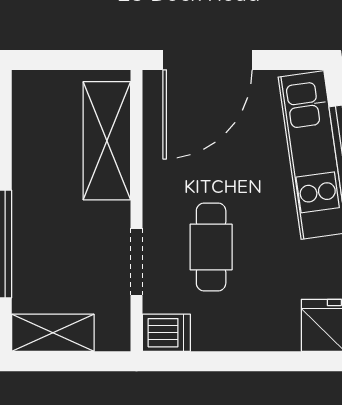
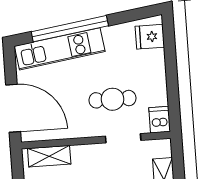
shelving: (107, 141) -> (49, 156), width x0.67, depth x0.75

